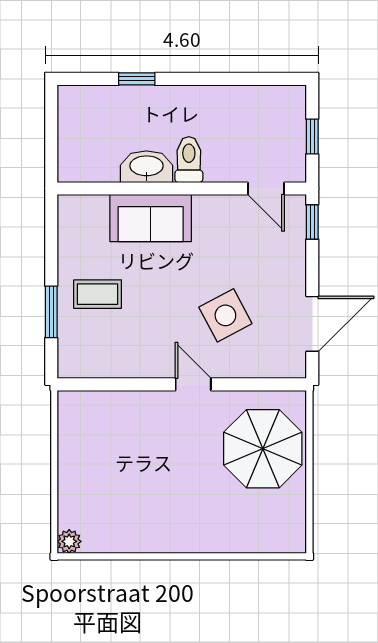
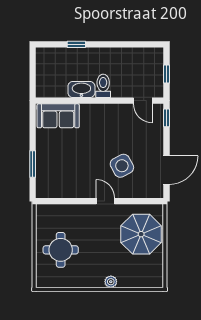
sofa: (151, 218) -> (58, 116), moved
coffee table: (98, 294) -> (56, 155), removed
round table: (106, 479) -> (61, 250), added
plant: (69, 541) -> (111, 282), moved

